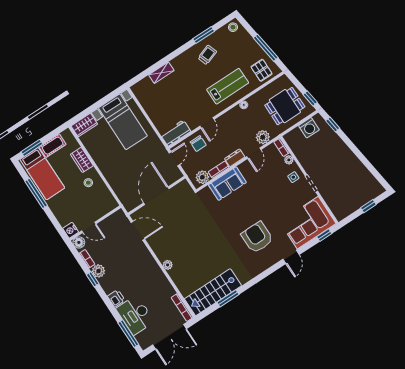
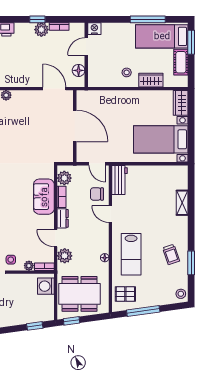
dining table: (285, 106) -> (80, 294), width x1.38
washing machine: (309, 128) -> (46, 286), moved
door: (138, 231) -> (54, 89), swing flipped
floor lamp: (79, 242) -> (79, 70), moved

